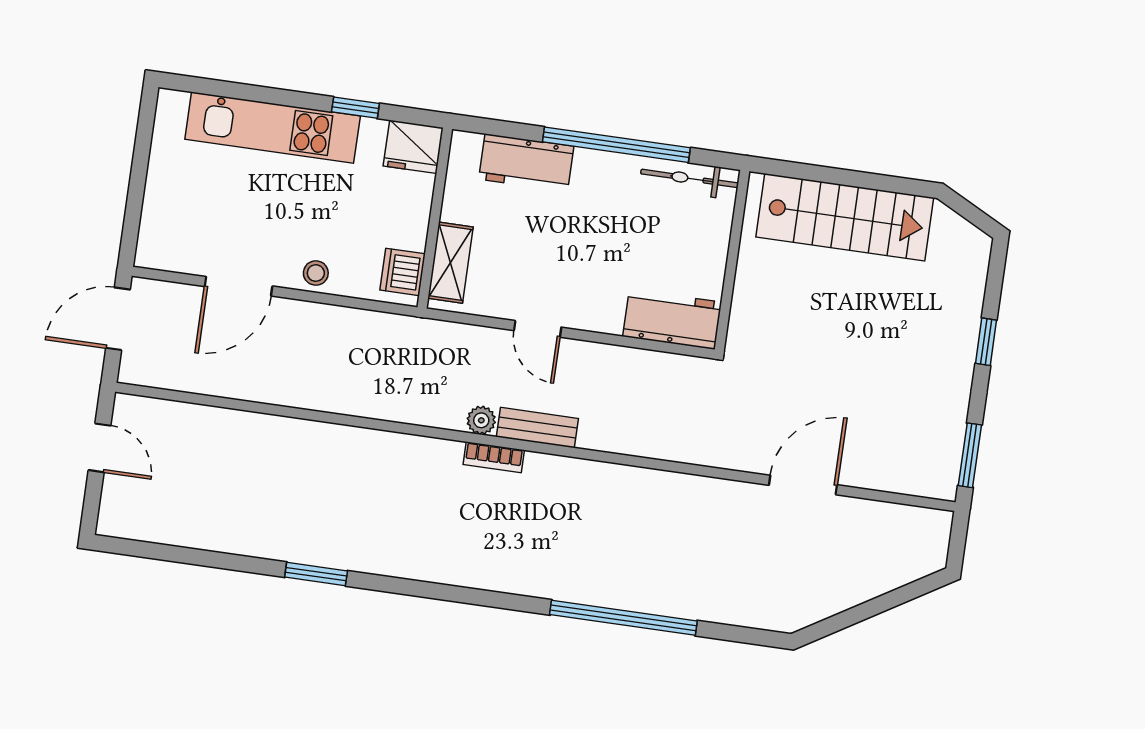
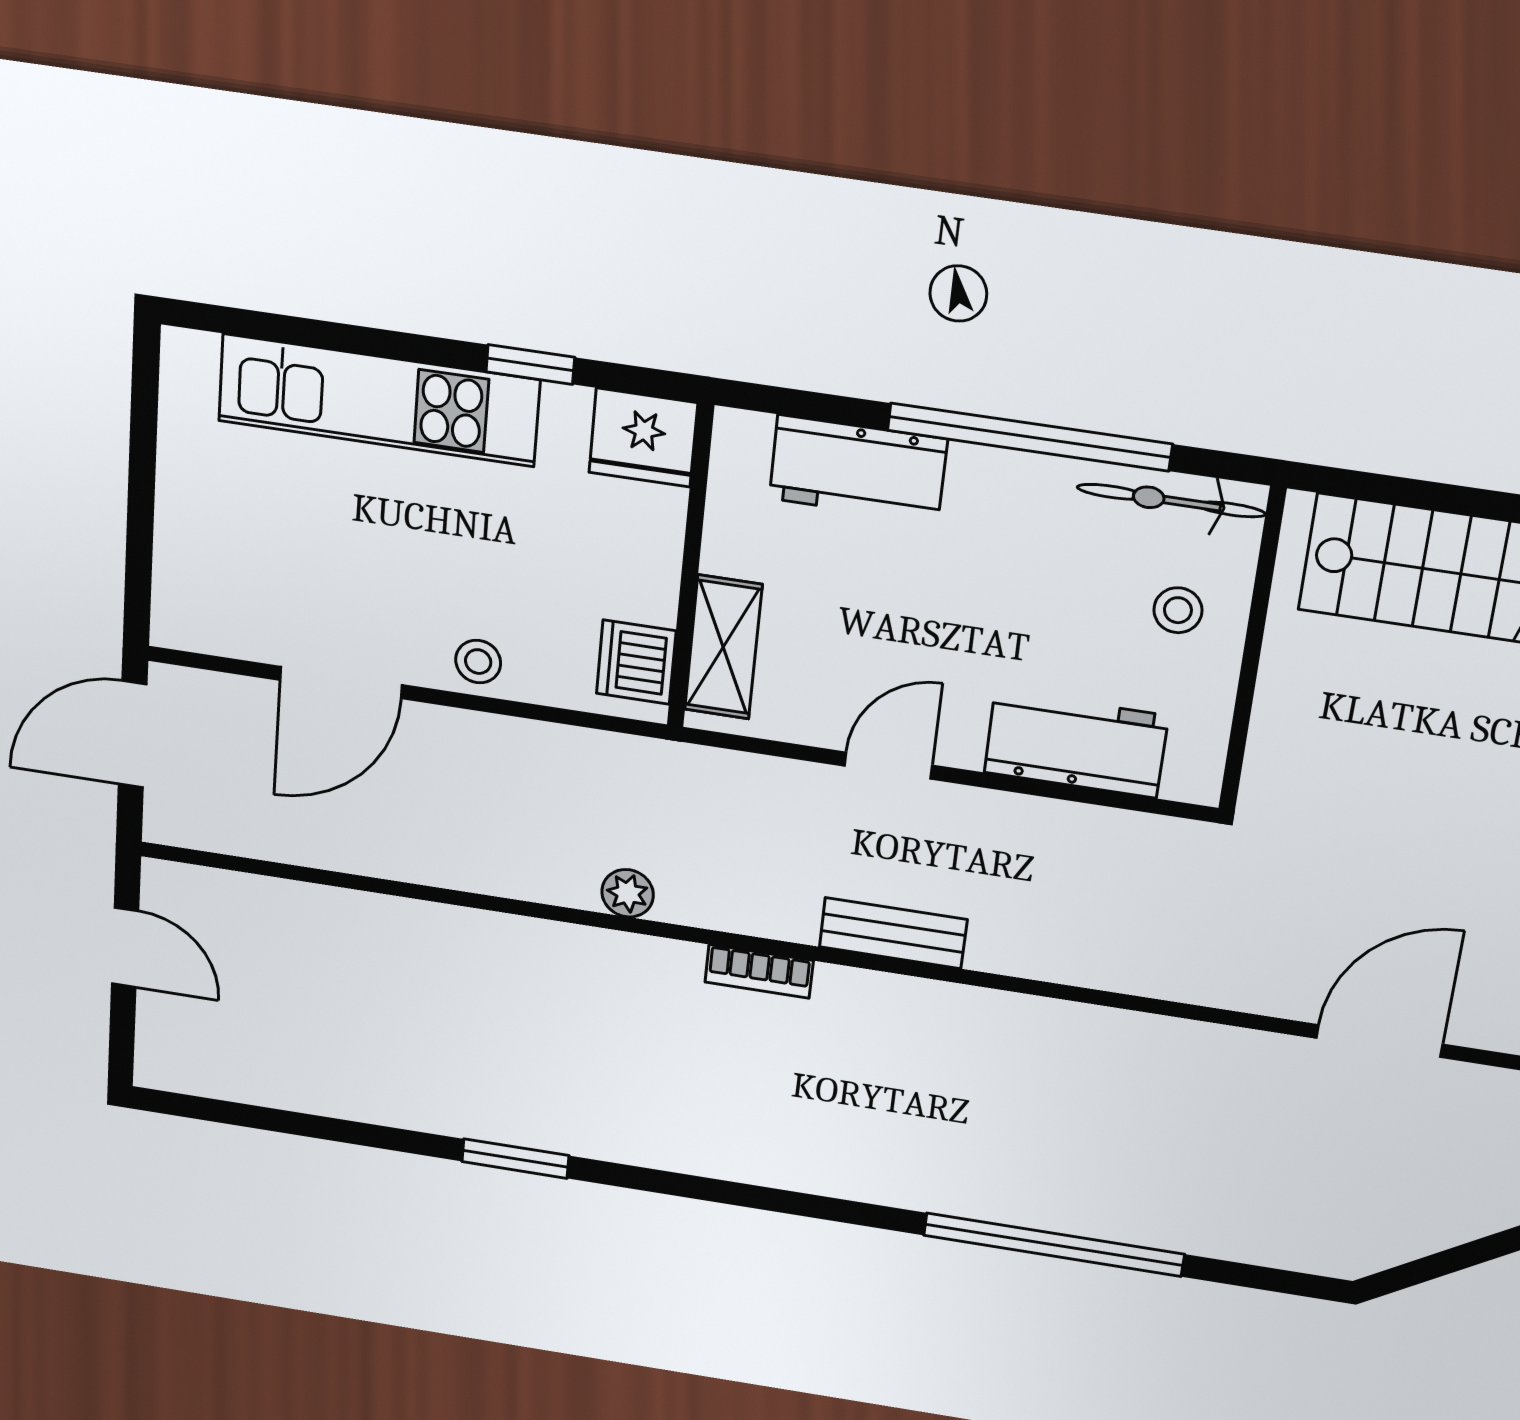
stool: (693, 238) -> (1178, 610), added
workbench: (672, 319) -> (1076, 744), moved
door: (538, 329) -> (888, 766), swing flipped
plant: (481, 420) -> (628, 893), moved
bookcase: (494, 457) -> (759, 971), moved

